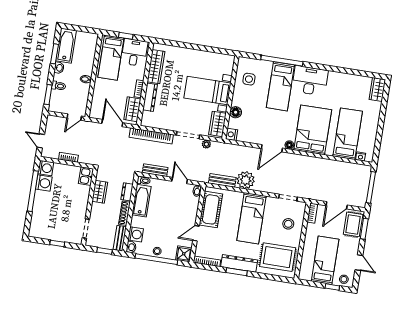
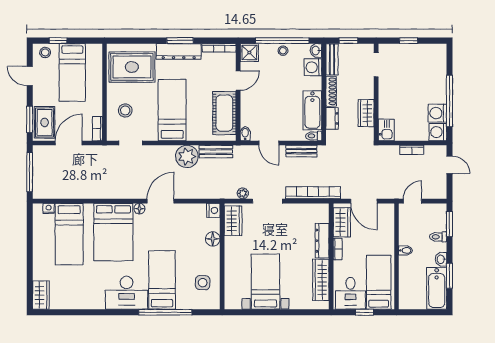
bed with nightstands: (207, 90) -> (265, 282), moved, turned -90

